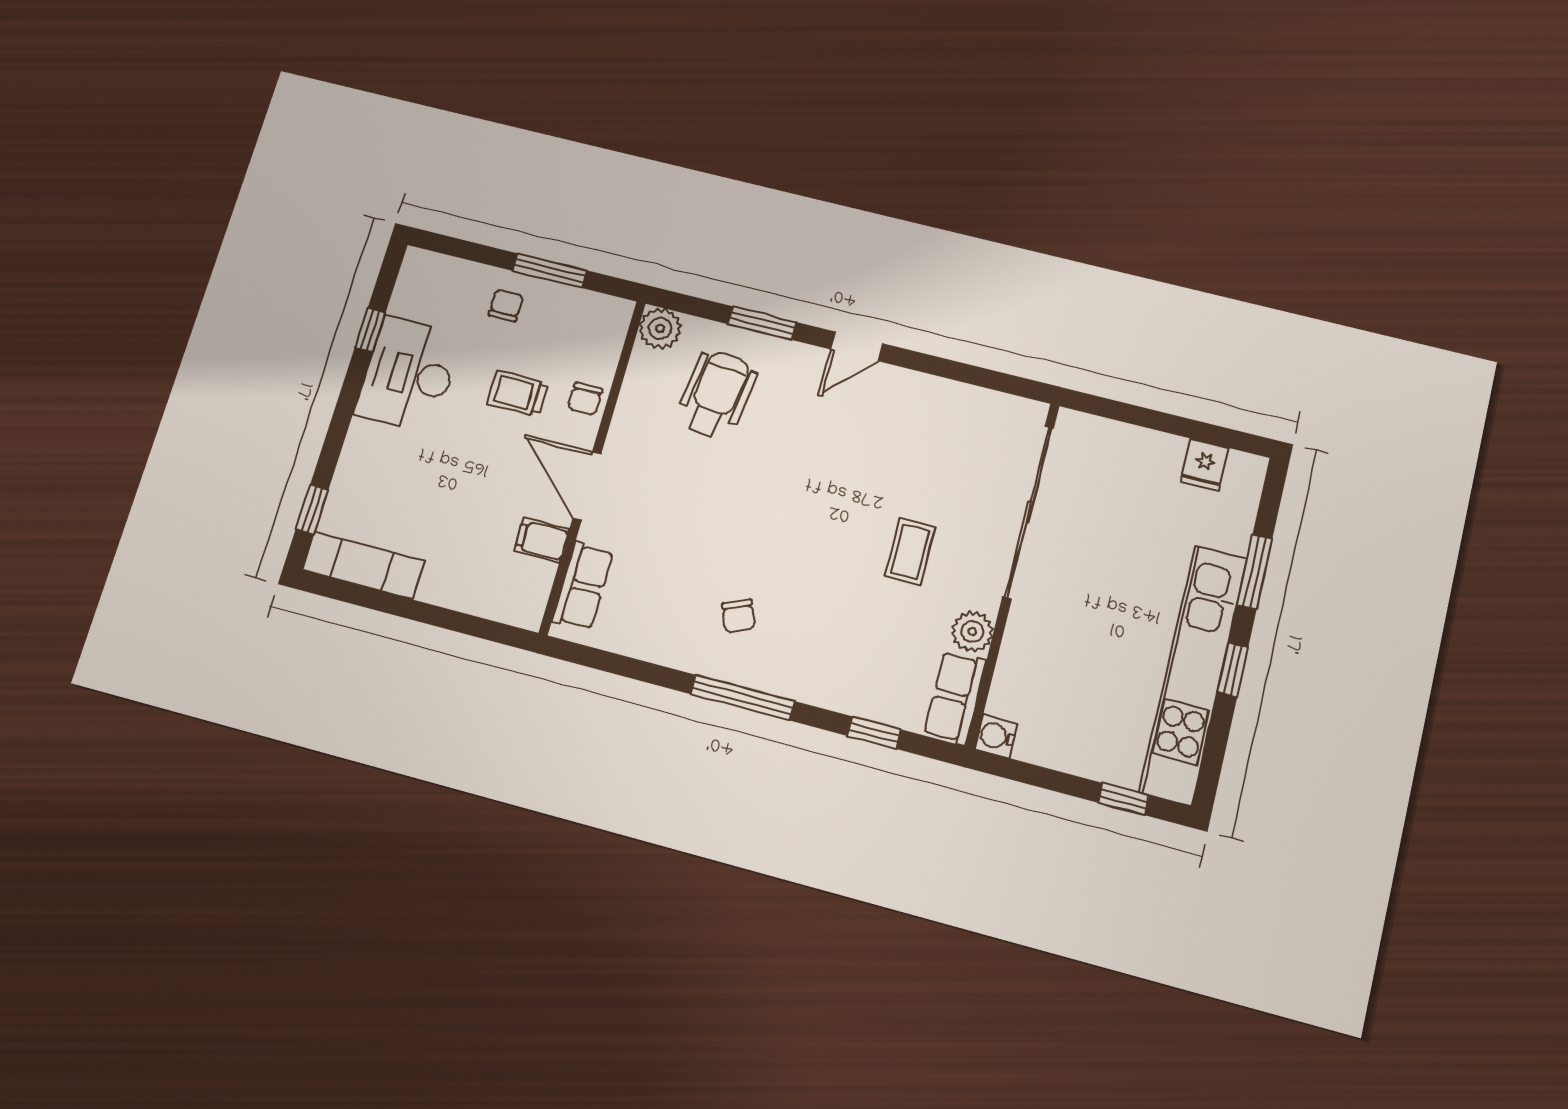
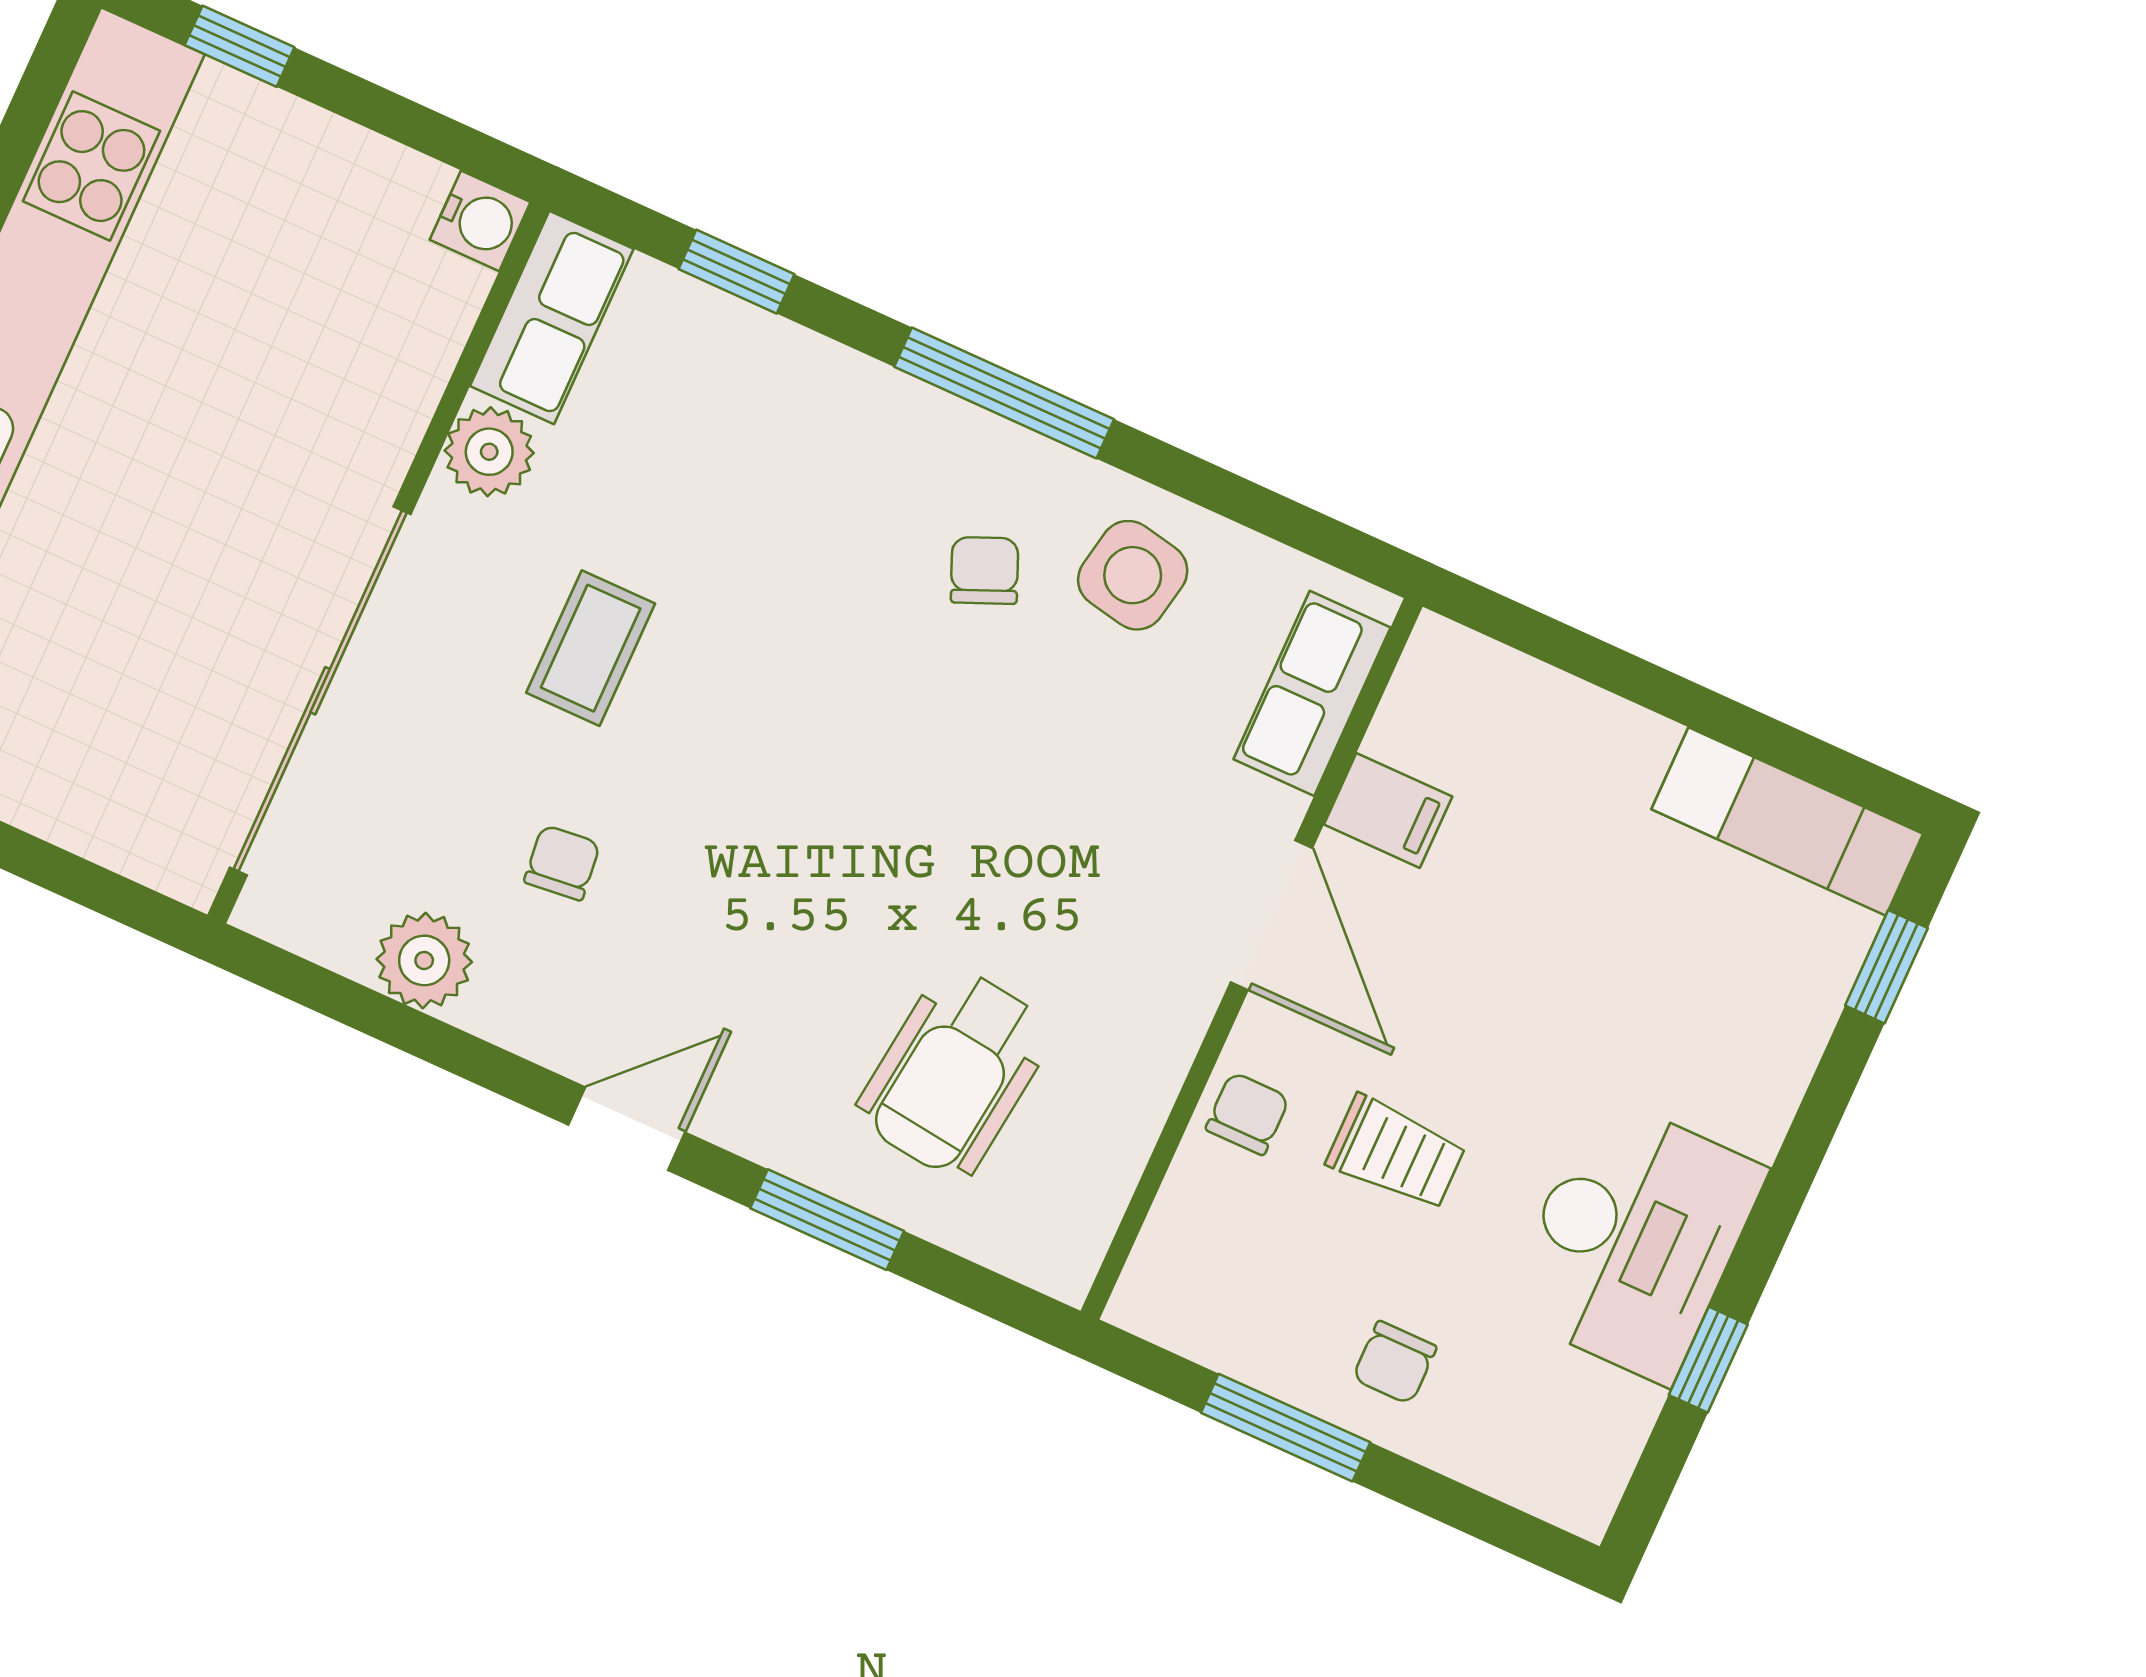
plant: (660, 328) -> (424, 960), moved
chair: (906, 455) -> (562, 863), added
side table: (671, 625) -> (1133, 575), added

